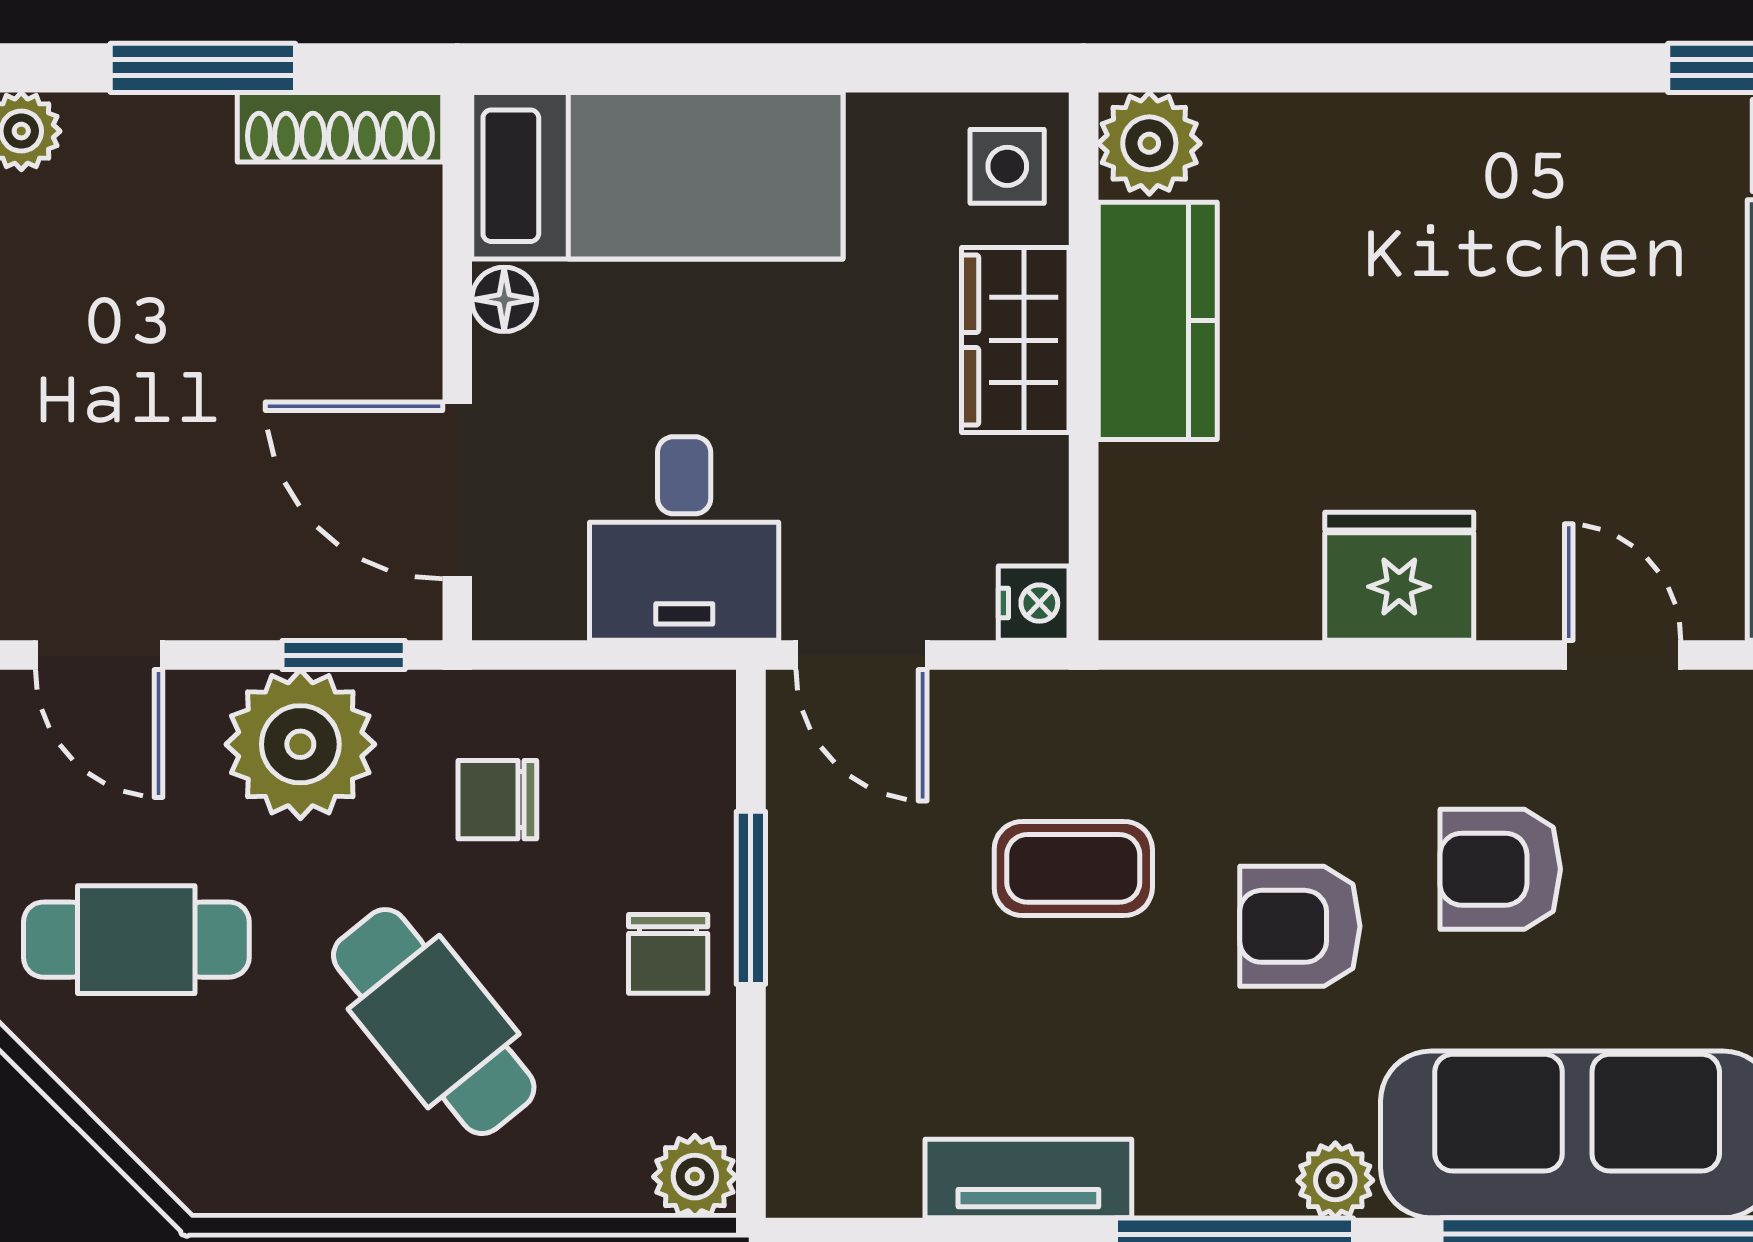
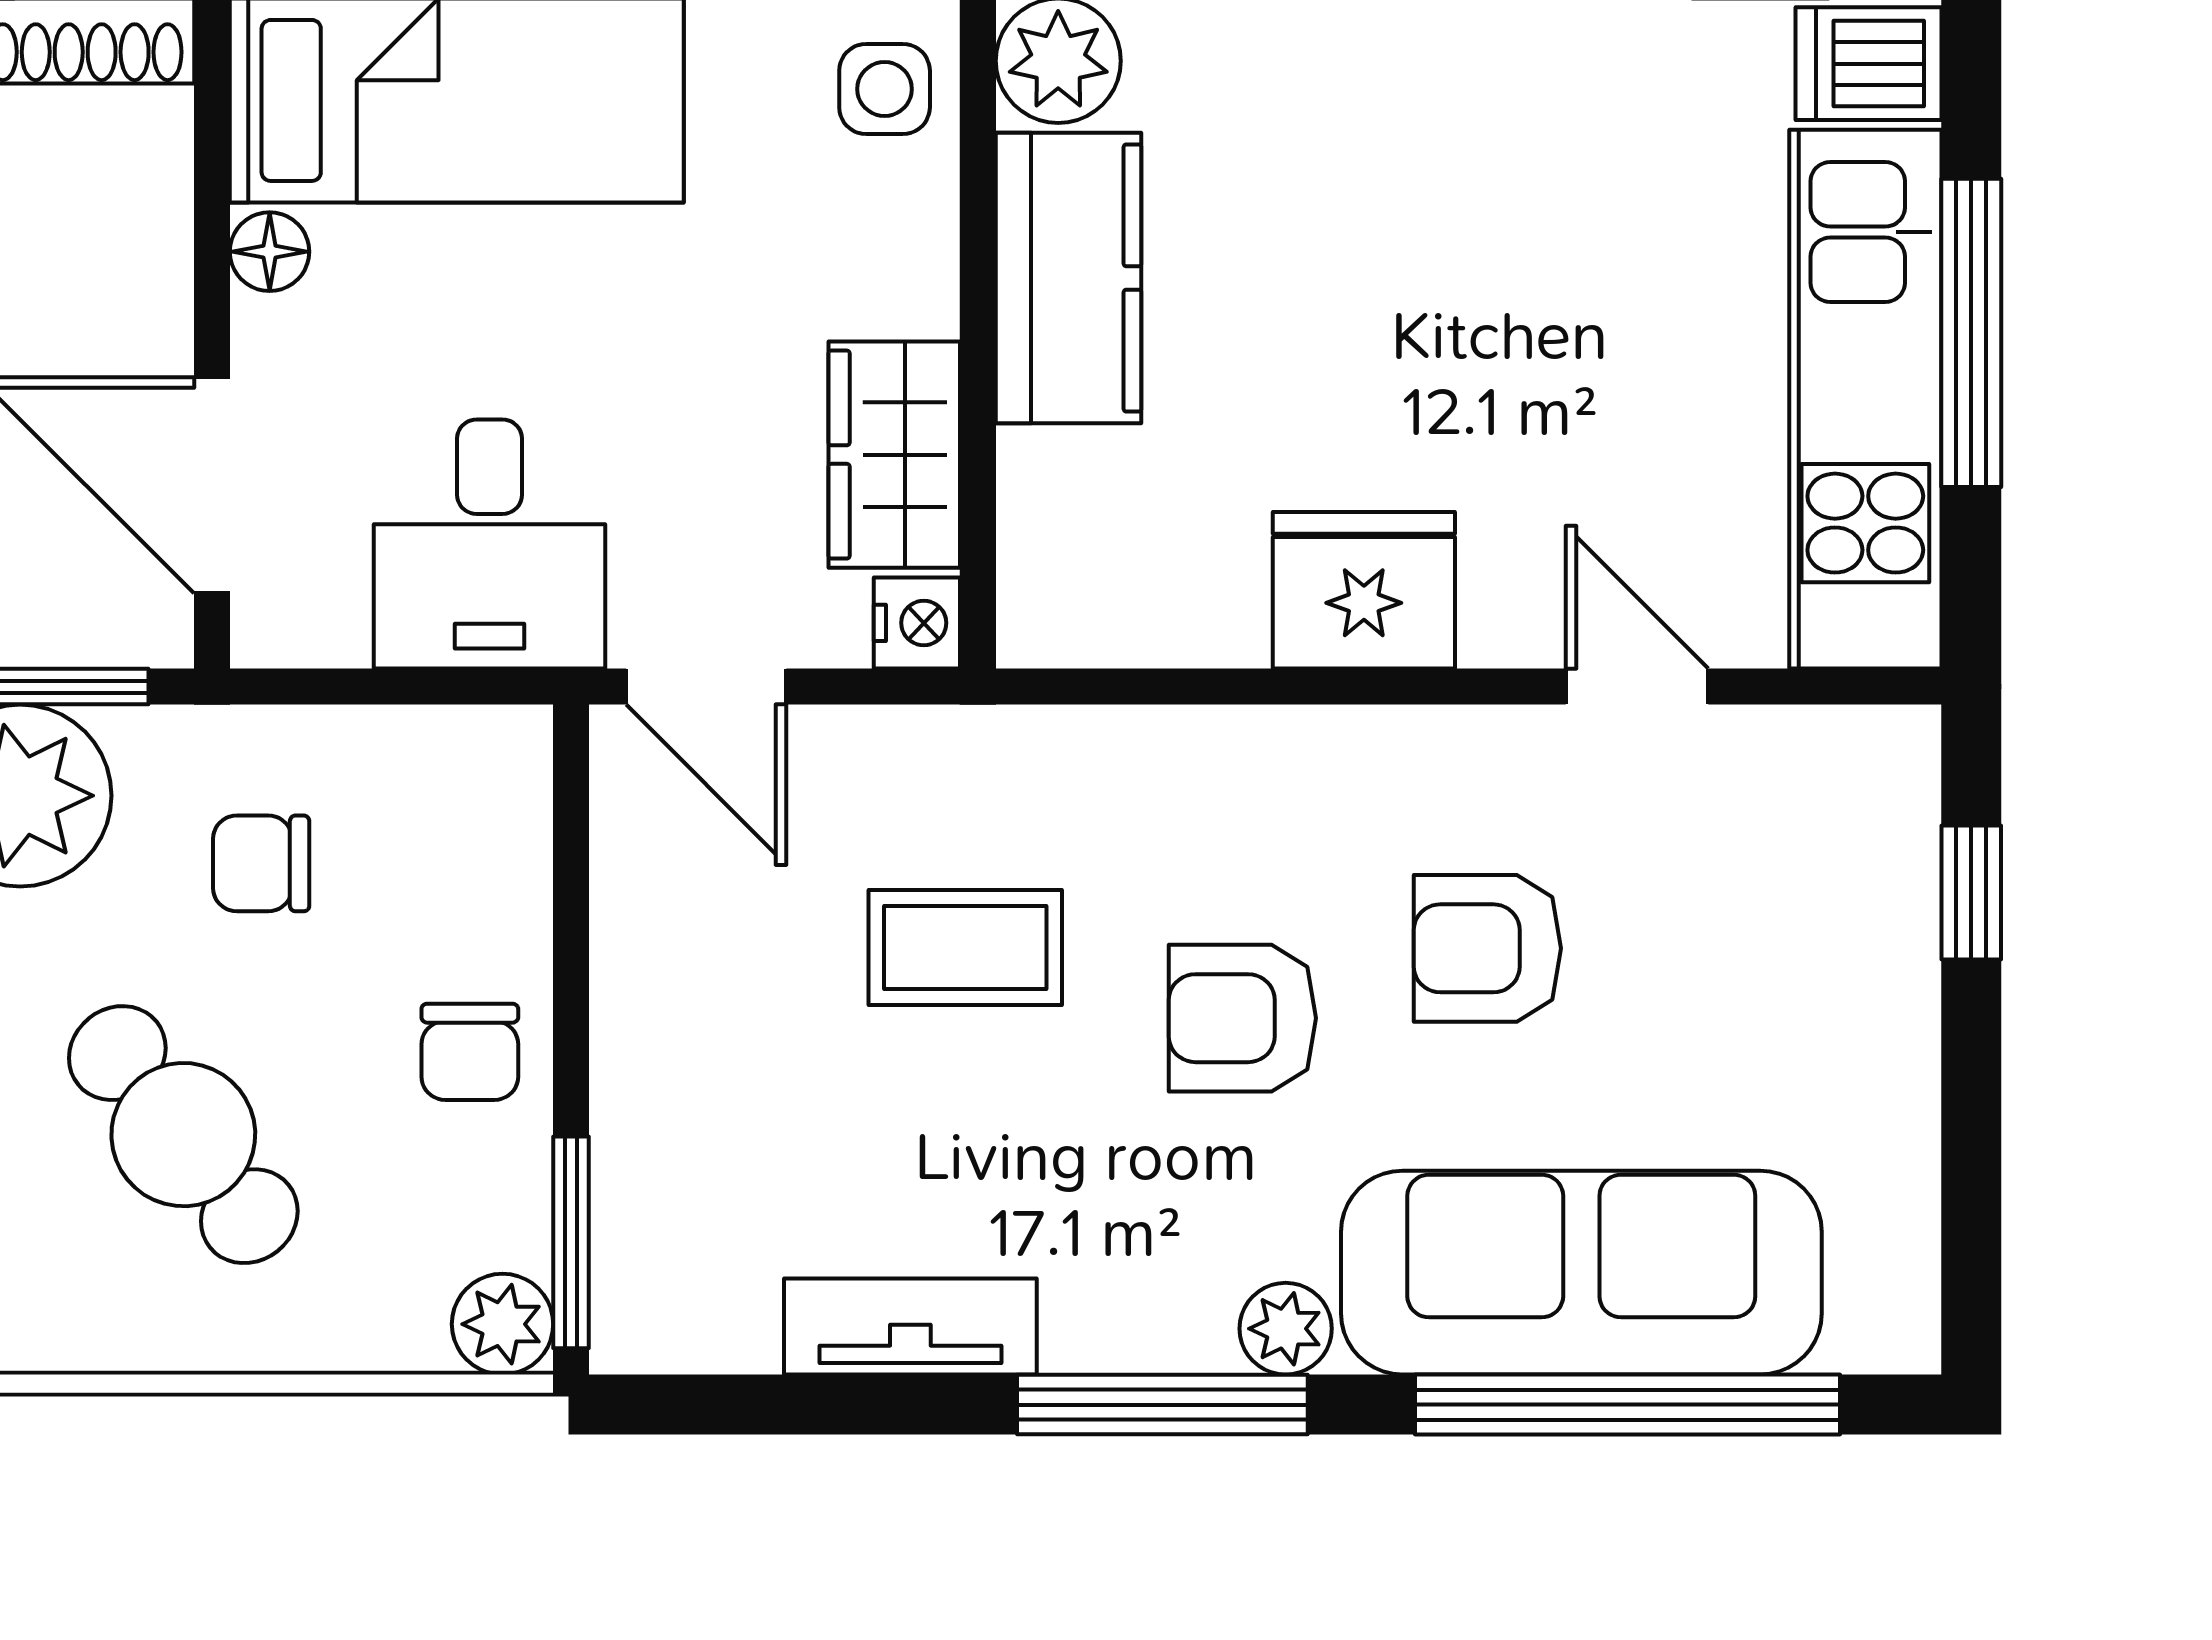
wardrobe: (1015, 340) -> (894, 455), moved
window: (751, 898) -> (571, 1242), moved

